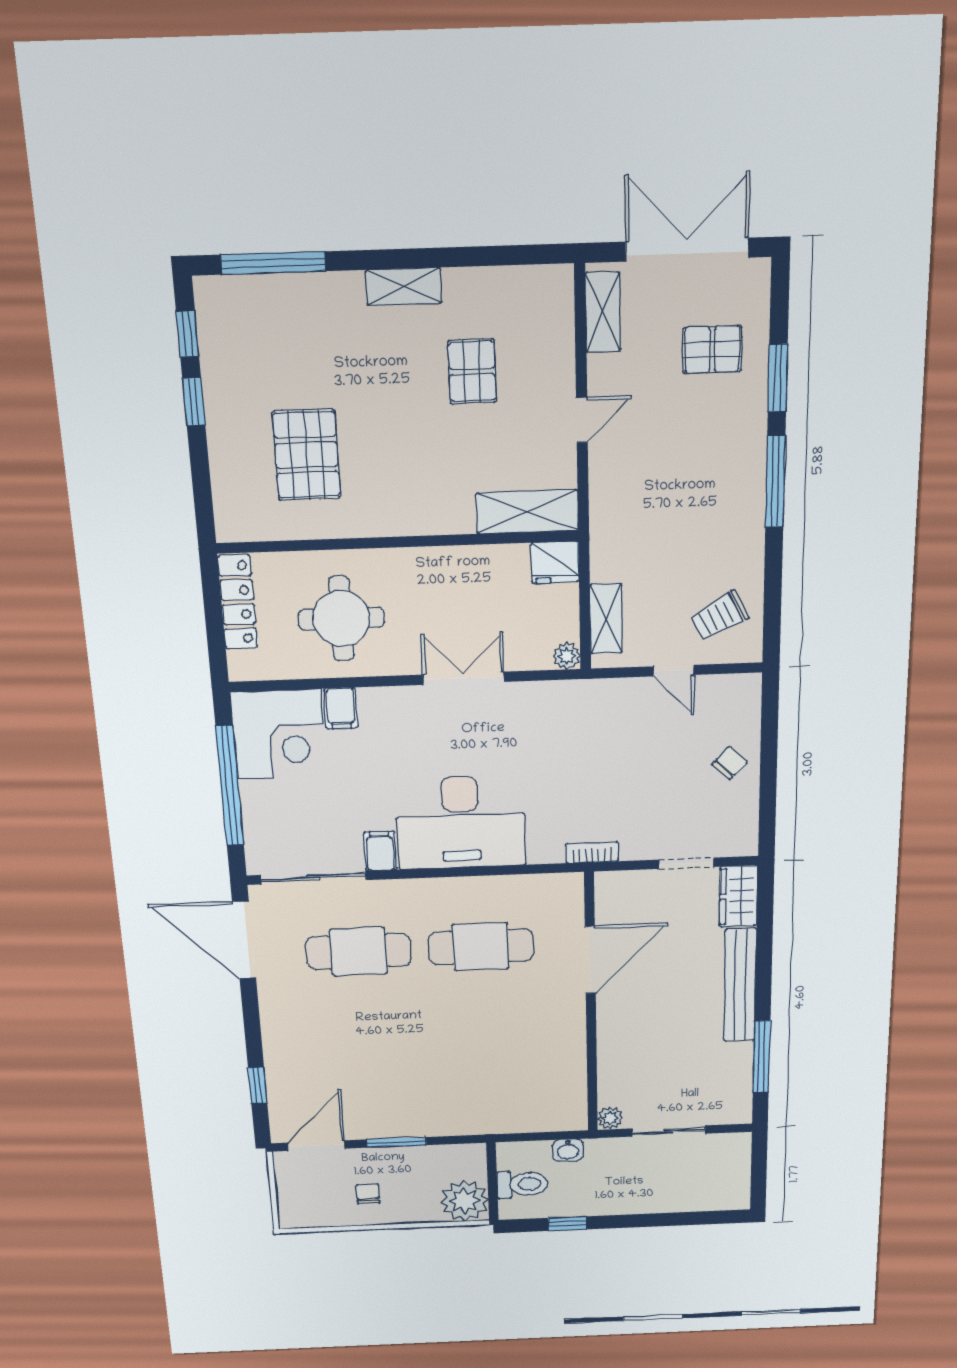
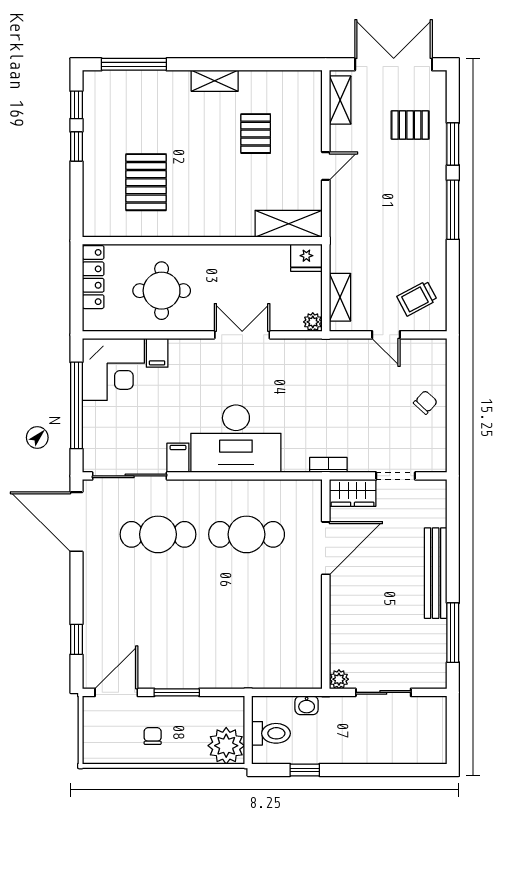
wardrobe: (739, 896) -> (353, 493), moved, turned -90

